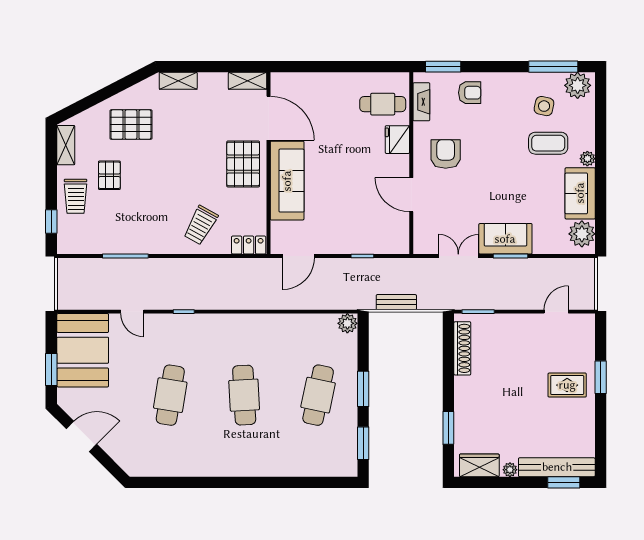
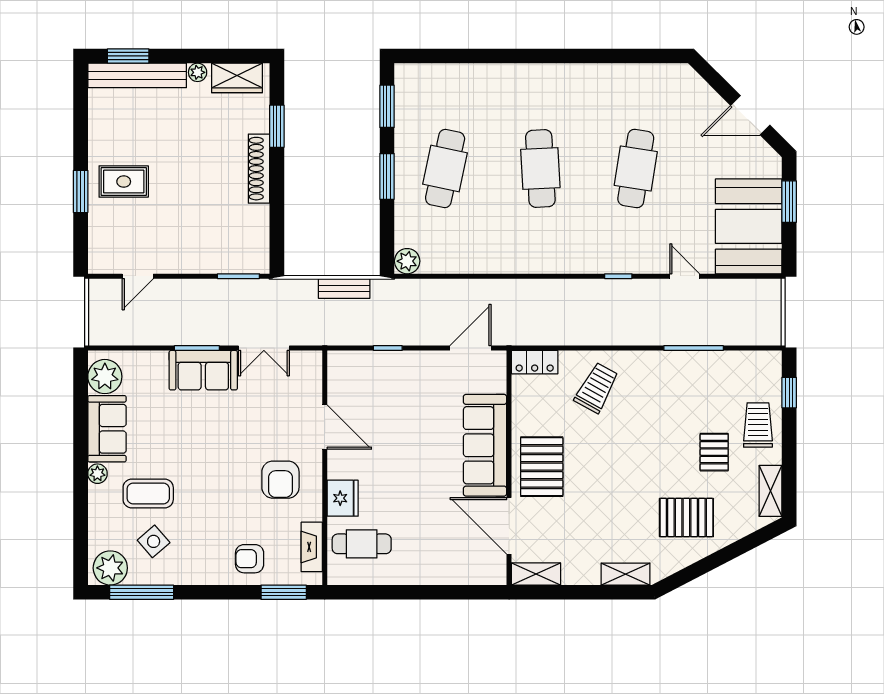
side table: (544, 106) -> (154, 541), turned 37
shoe rack: (462, 348) -> (259, 169), moved

